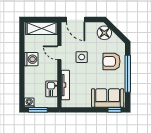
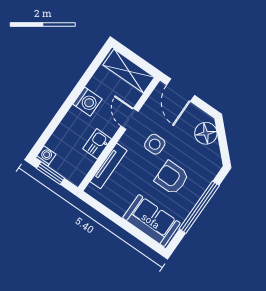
armchair: (112, 61) -> (172, 178), moved
kitchen sink: (52, 89) -> (97, 144), moved
window: (115, 110) -> (150, 242), removed

